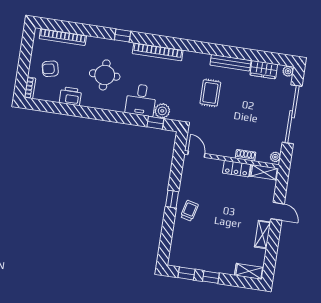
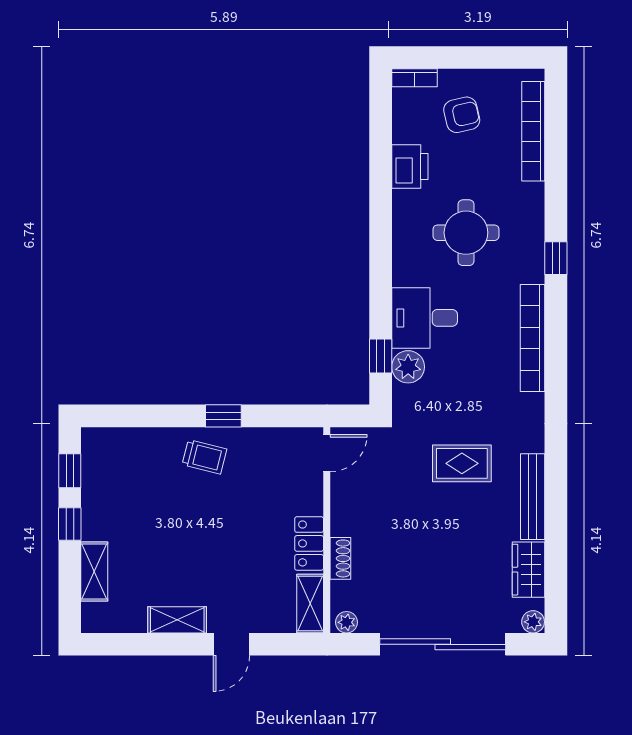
armchair: (50, 69) -> (462, 115), turned 90
shelving: (249, 271) -> (94, 572), moved

